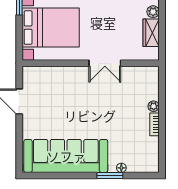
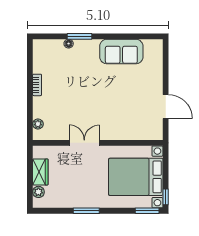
plant: (154, 106) -> (38, 124), moved
sofa: (66, 156) -> (121, 52), width x0.54, depth x0.79

